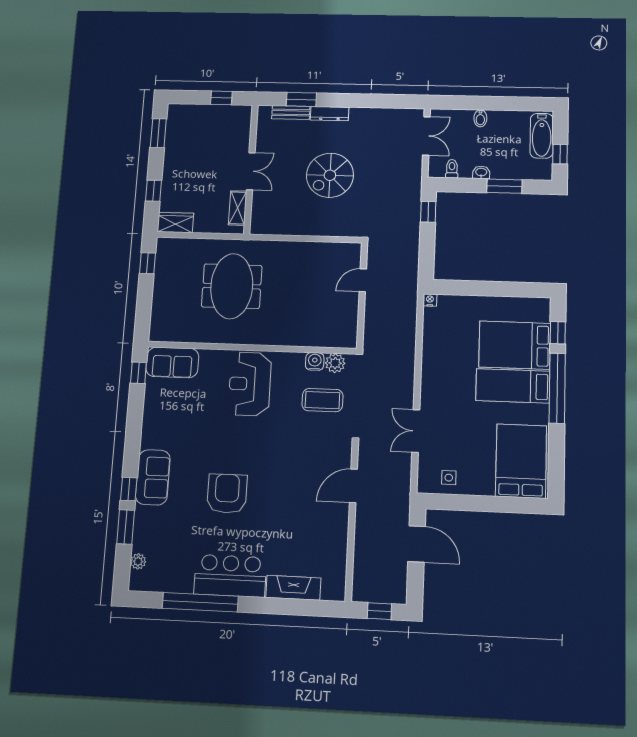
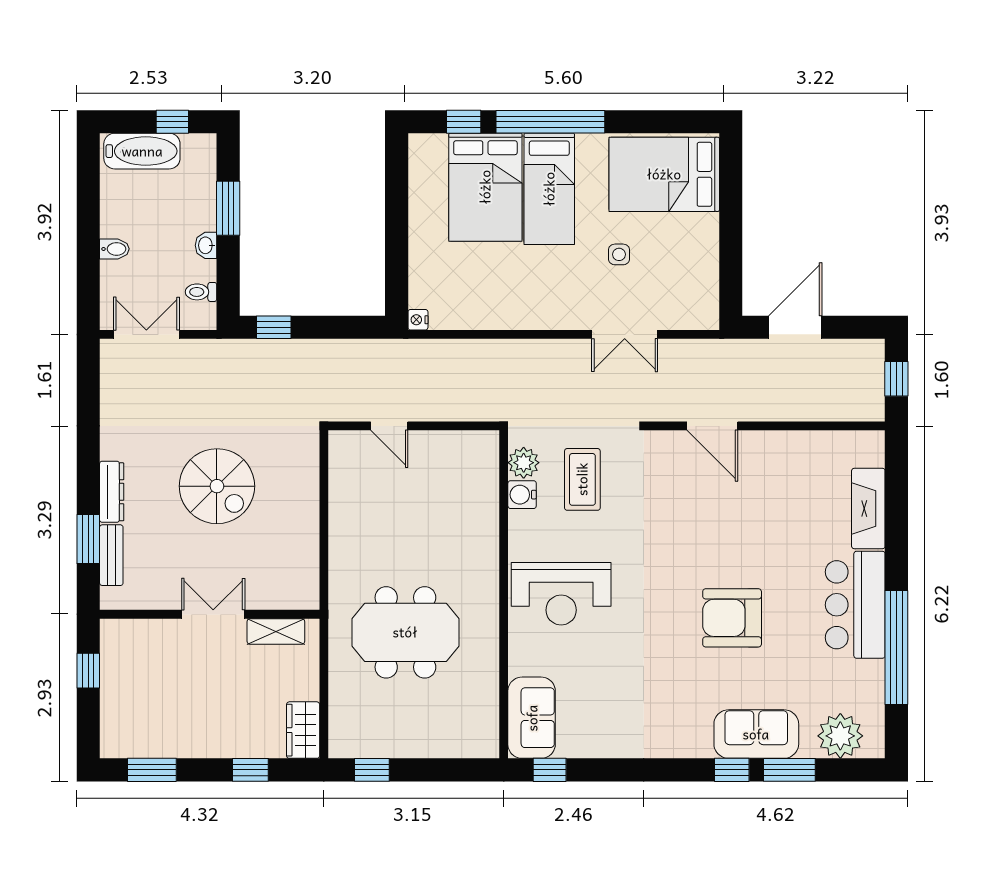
sofa: (153, 477) -> (756, 734), moved
side table: (449, 478) -> (619, 254), moved
plant: (138, 561) -> (840, 736), width x1.88, depth x1.88

